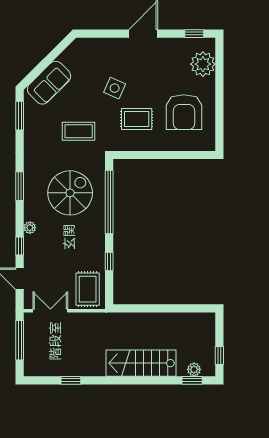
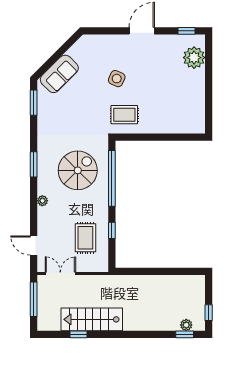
armchair: (184, 112) -> (177, 100), removed
rug: (137, 119) -> (124, 115), moved
coffee table: (79, 131) -> (85, 116), removed
window: (20, 246) -> (34, 217), removed
rug: (88, 289) -> (85, 238), moved
stairs: (141, 363) -> (92, 319), moved

